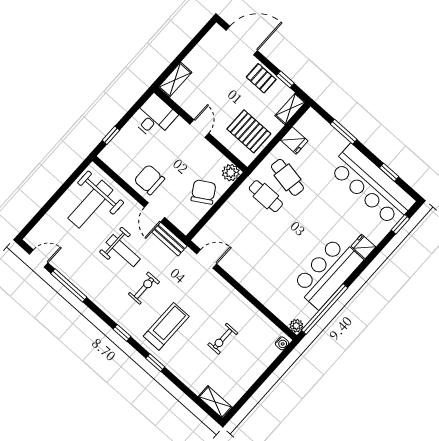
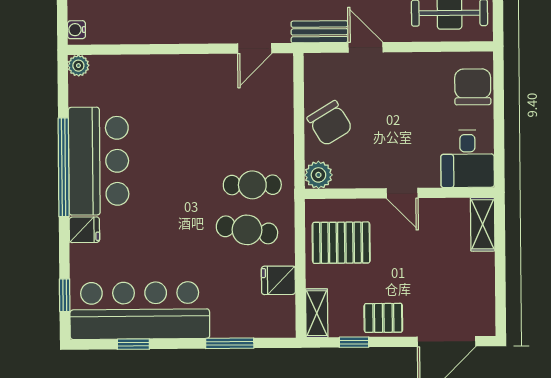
window: (111, 135) -> (499, 91), removed
chair: (149, 180) -> (473, 87), moved, turned -90
window: (325, 309) -> (64, 167), moved

